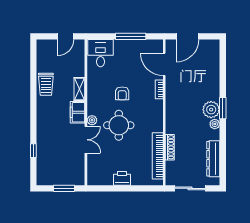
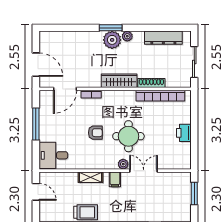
filing cabinet: (78, 112) -> (115, 179), width x0.50
wardrobe: (172, 116) -> (119, 81), added

